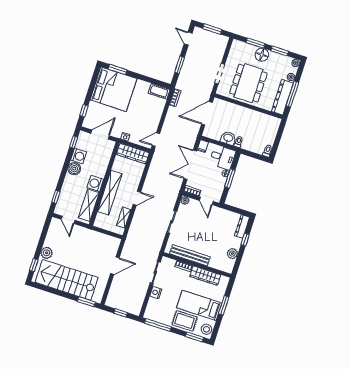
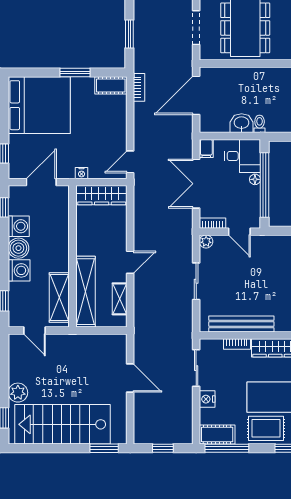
window: (118, 69) -> (75, 73), moved
window: (230, 178) -> (264, 185), width x2.11
washing machine: (95, 183) -> (19, 270), moved, turned 180
shelving: (110, 193) -> (86, 292), moved
door: (115, 266) -> (130, 378), hinge flipped
cot: (155, 315) -> (217, 435), added

